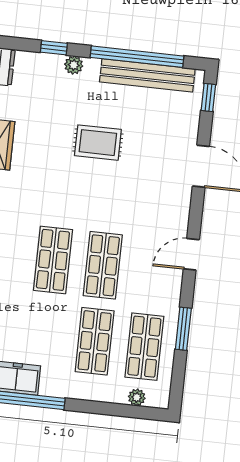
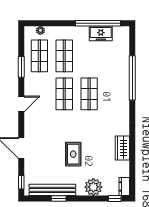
window: (54, 48) -> (115, 199), moved
window: (137, 57) -> (59, 199), width x0.32
plant: (74, 65) -> (93, 187), width x1.87, depth x1.87
rug: (98, 143) -> (73, 154), turned 90

